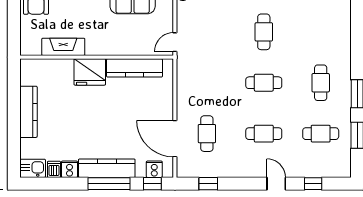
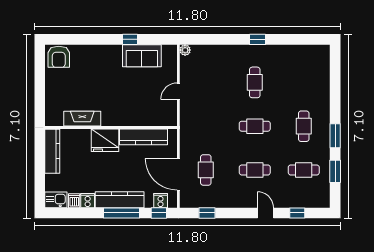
fireplace: (63, 47) -> (82, 119), moved
wall: (97, 57) -> (111, 127), moved
kitchen counter: (135, 68) -> (144, 137), moved
fridge: (90, 72) -> (105, 140), moved

